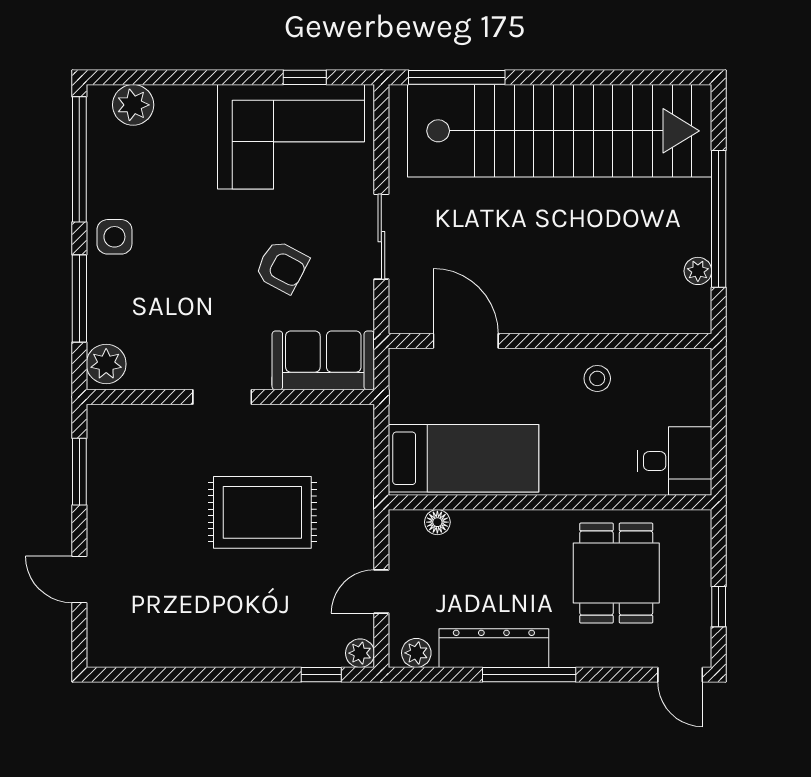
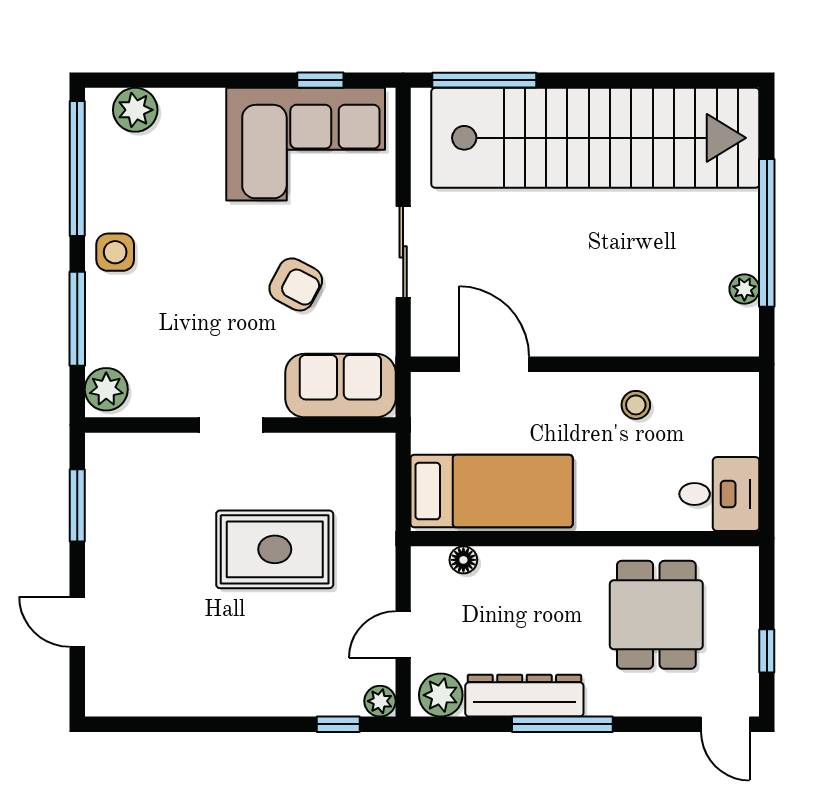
plant: (416, 653) -> (441, 695), width x1.38, depth x1.38

